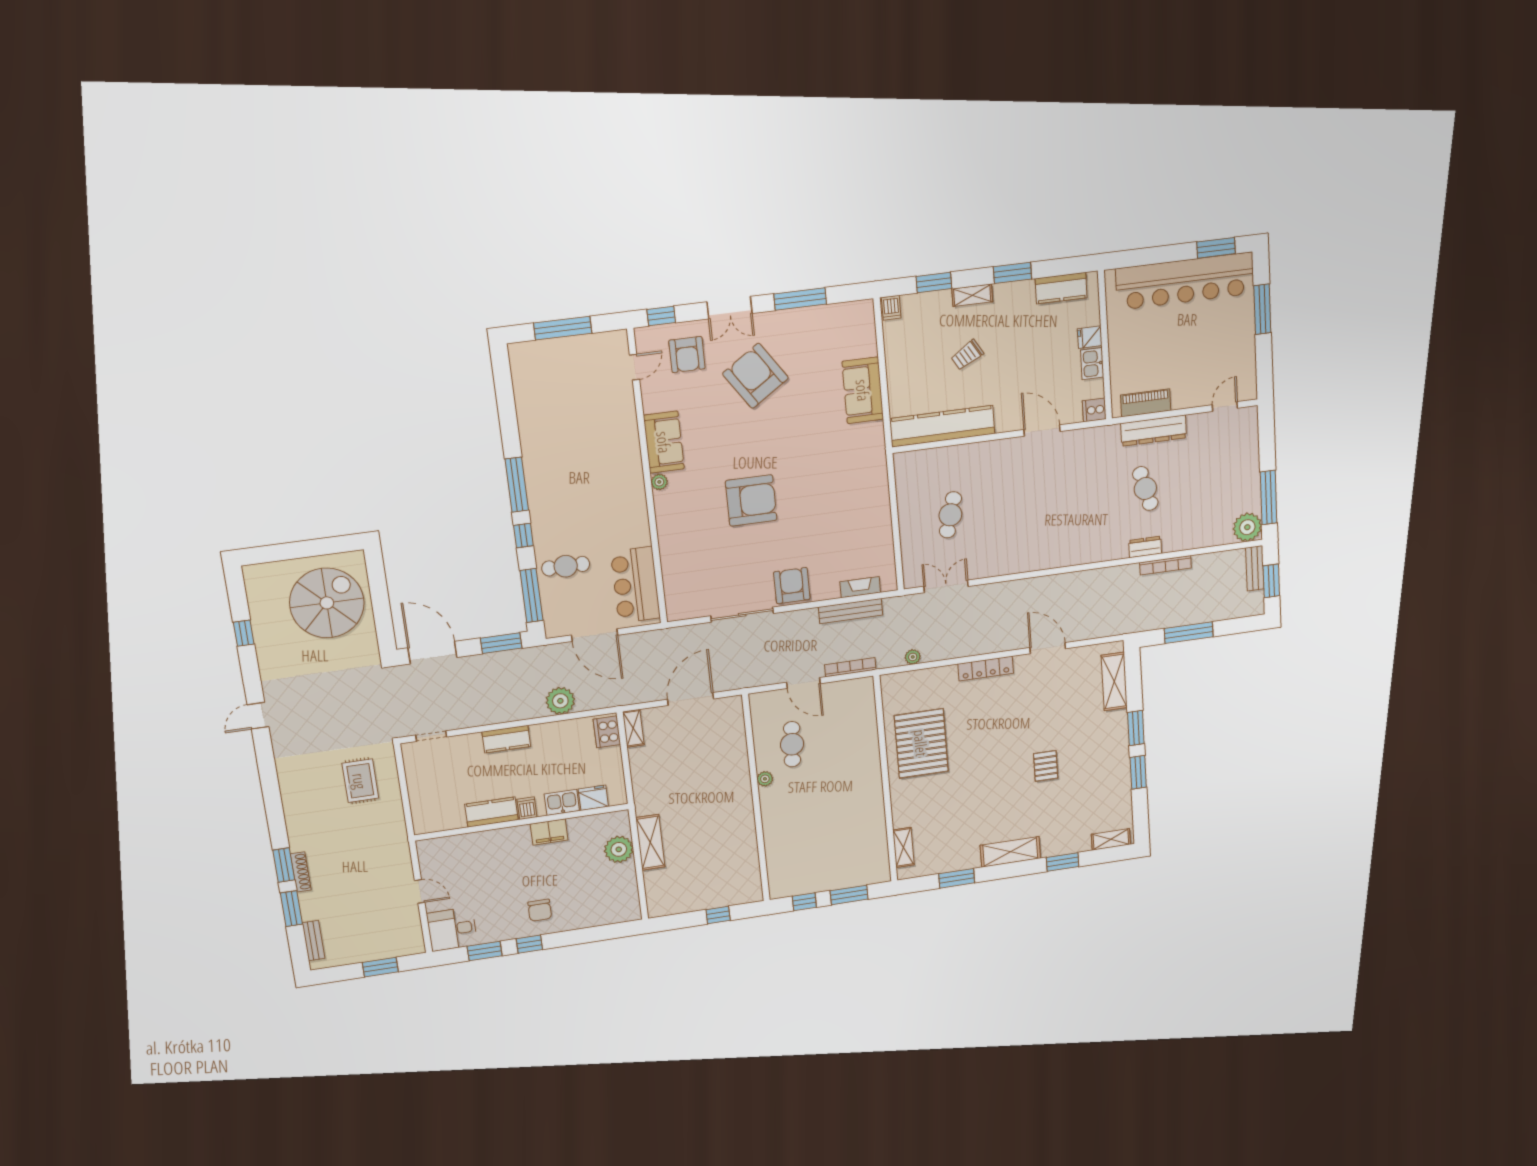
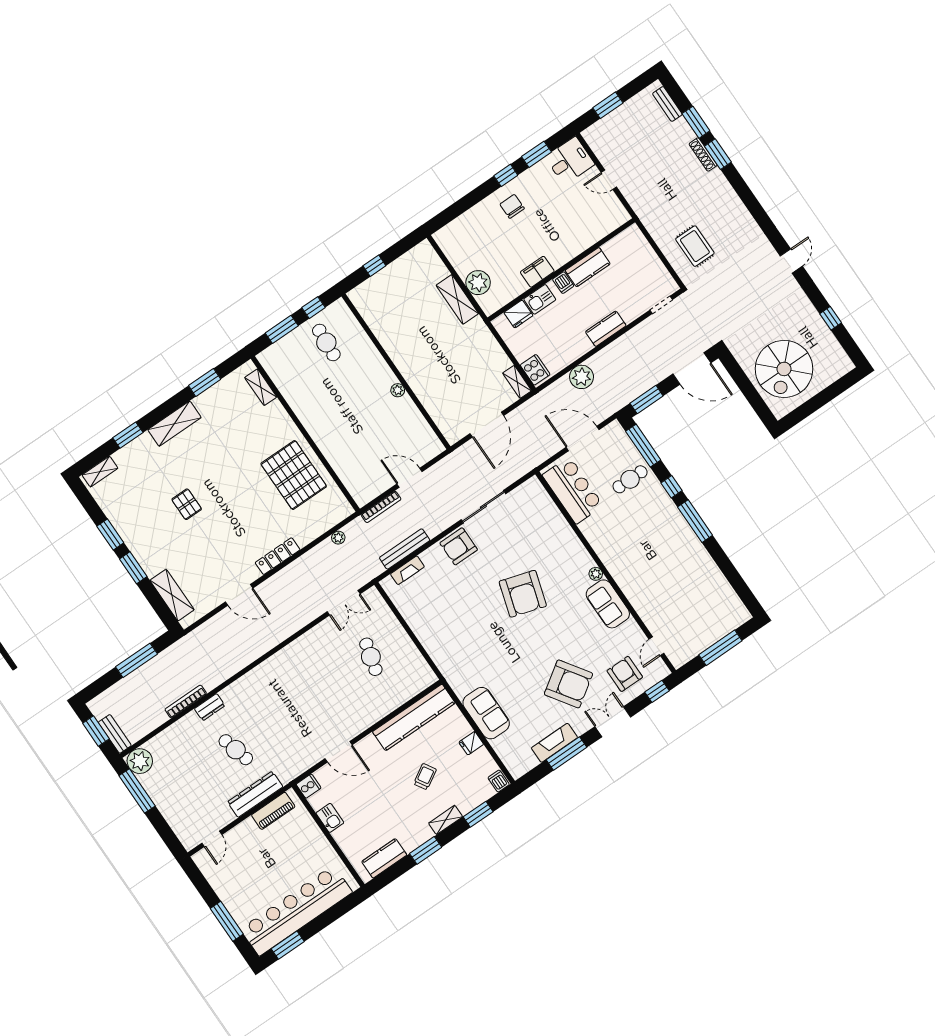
fireplace: (807, 318) -> (554, 743), added
fridge: (1090, 337) -> (471, 743), moved, turned 180
armchair: (751, 500) -> (523, 594), turned -73
armchair: (792, 586) -> (459, 546), turned 90
cafe table: (792, 744) -> (326, 342), moved

